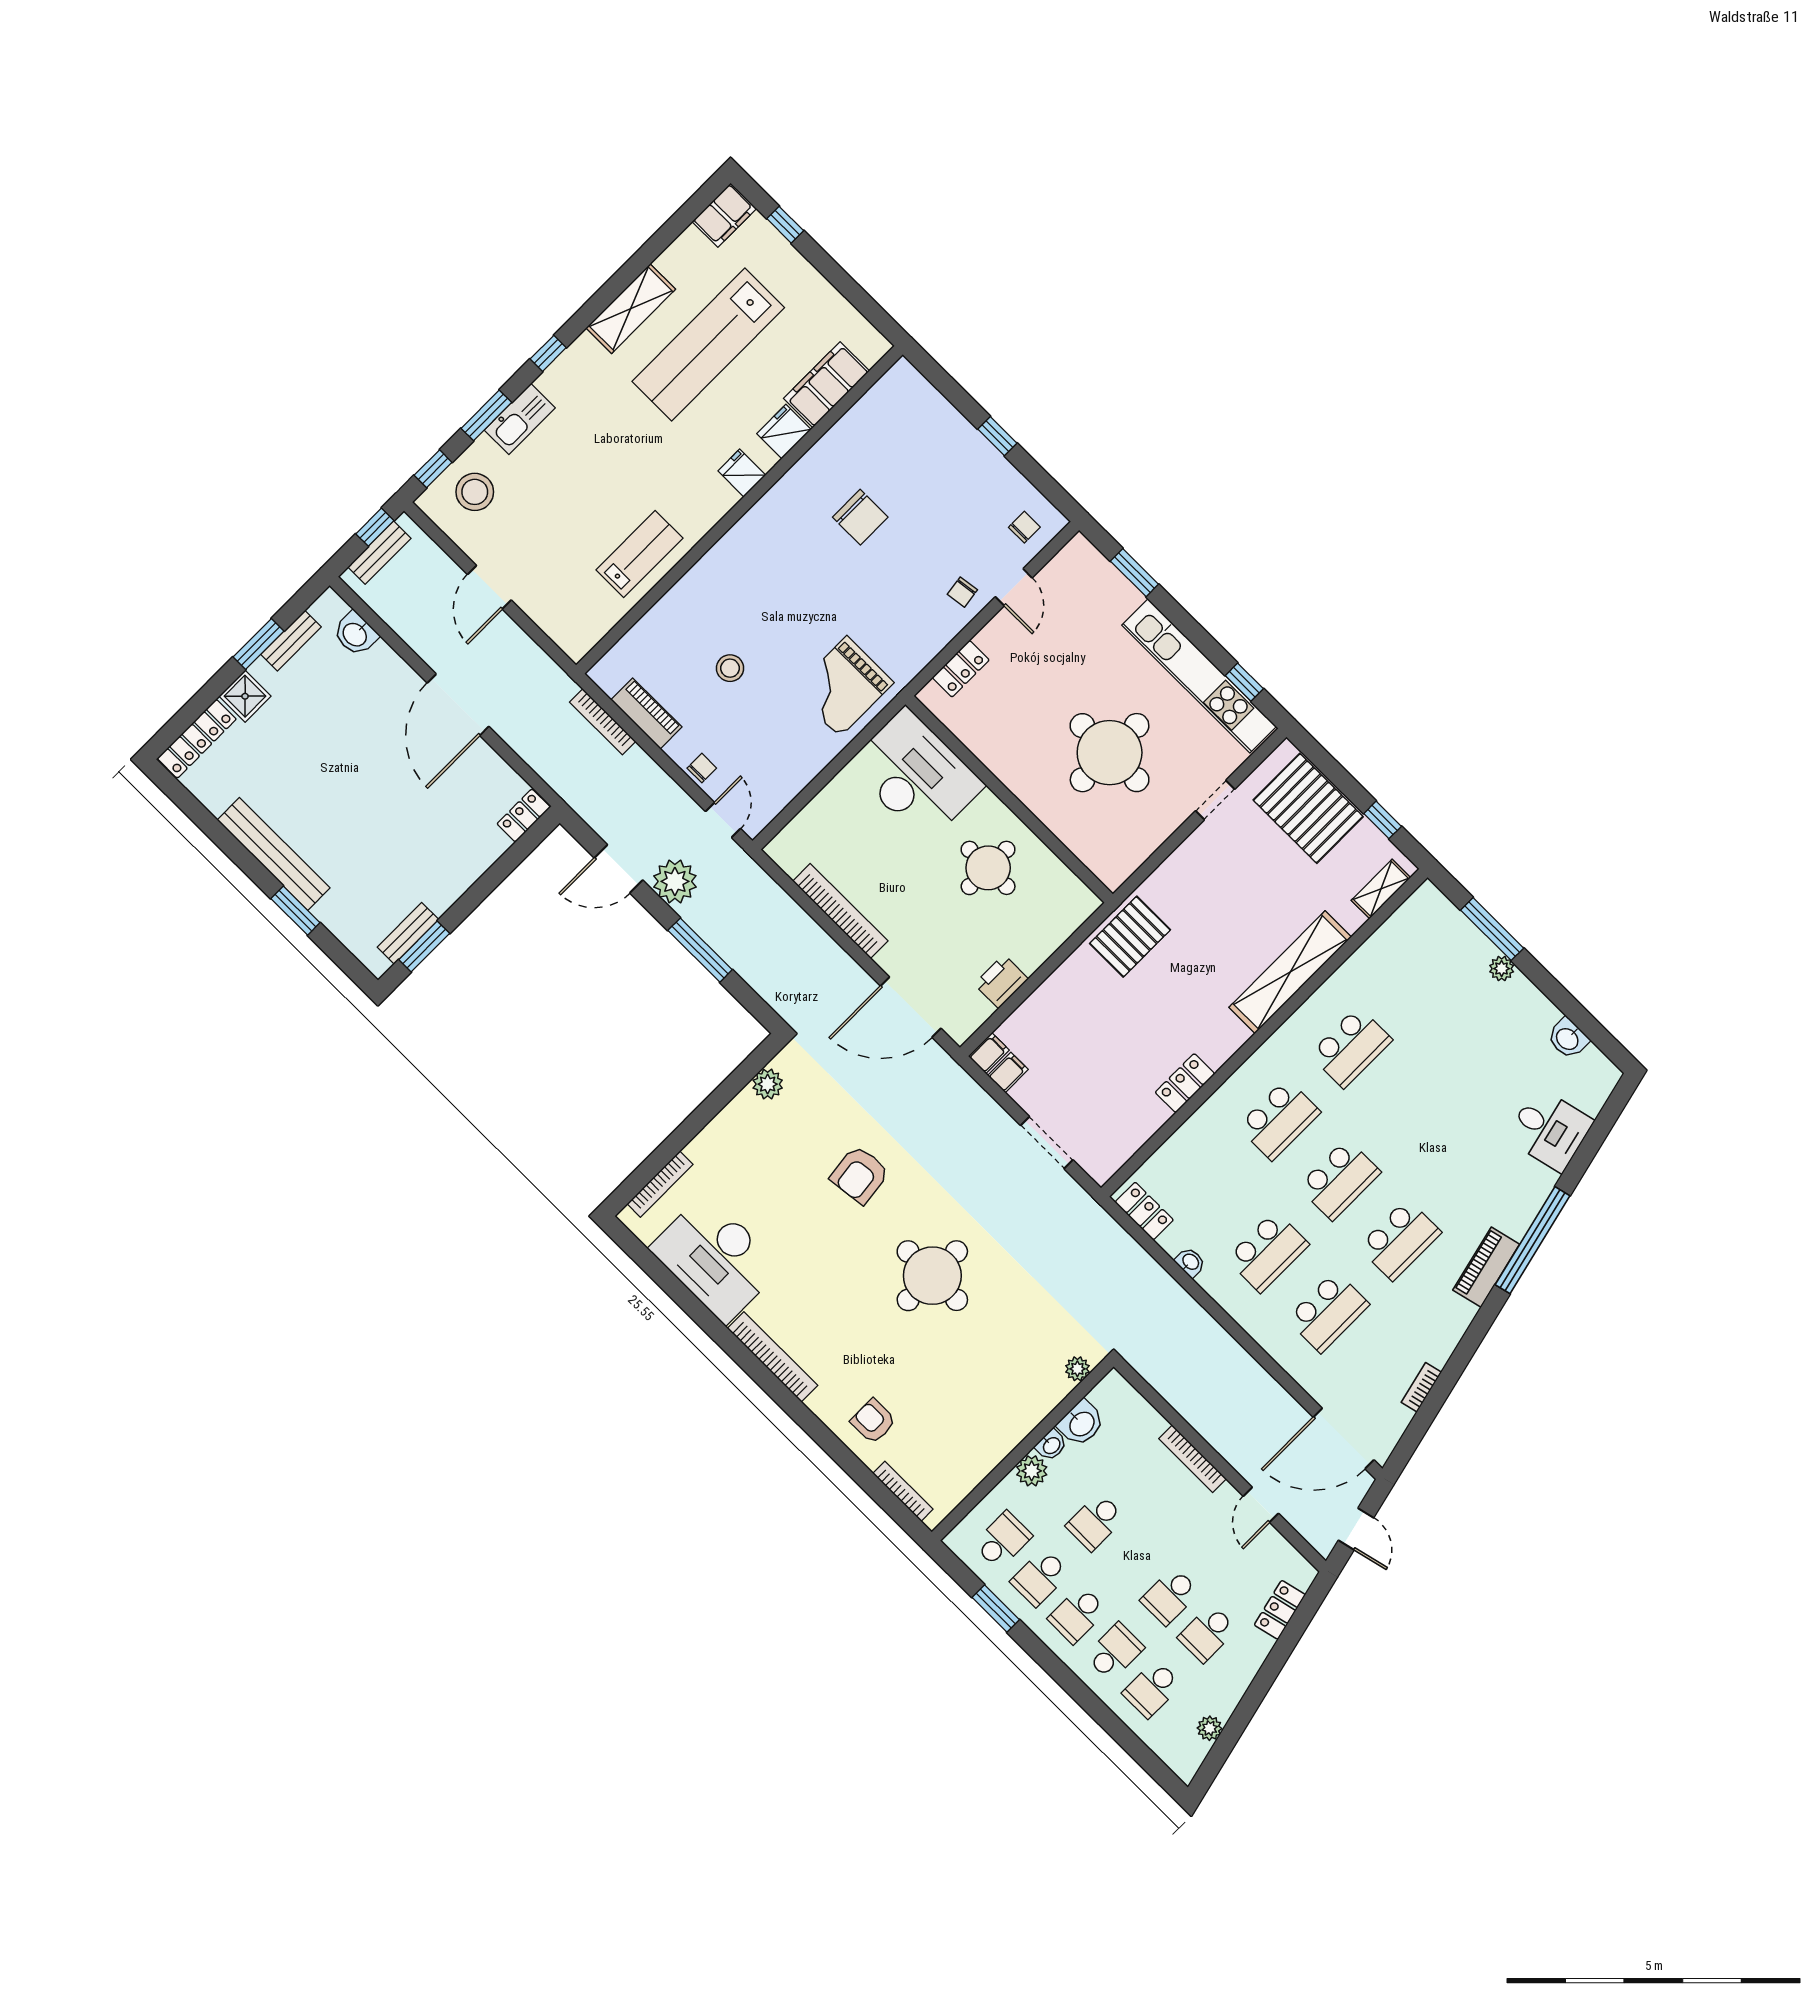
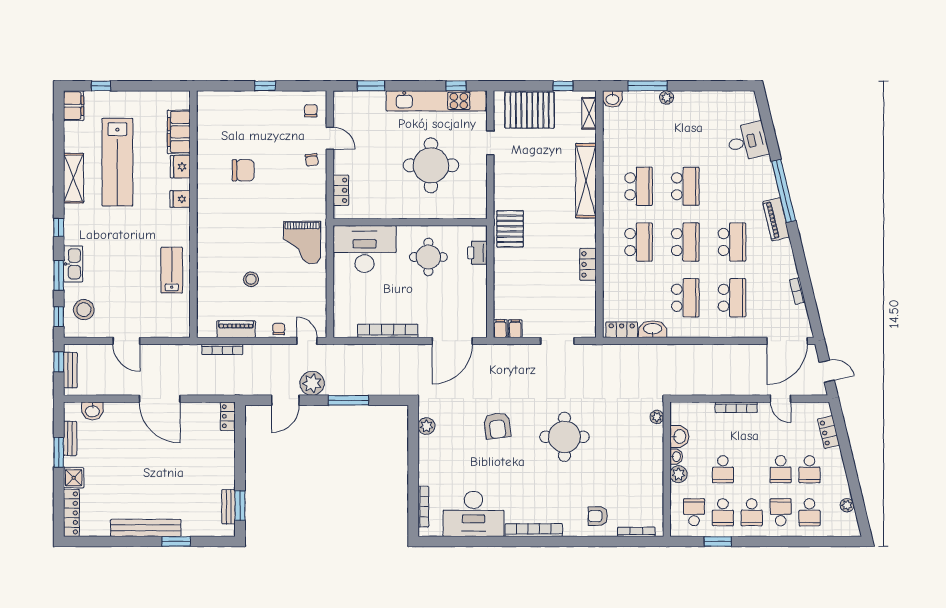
printer: (1001, 981) -> (477, 253), moved
washbasin: (1568, 1038) -> (612, 99), moved
school desk: (1411, 1107) -> (685, 186), added
washbasin: (1190, 1262) -> (653, 329), width x1.91, depth x1.45

